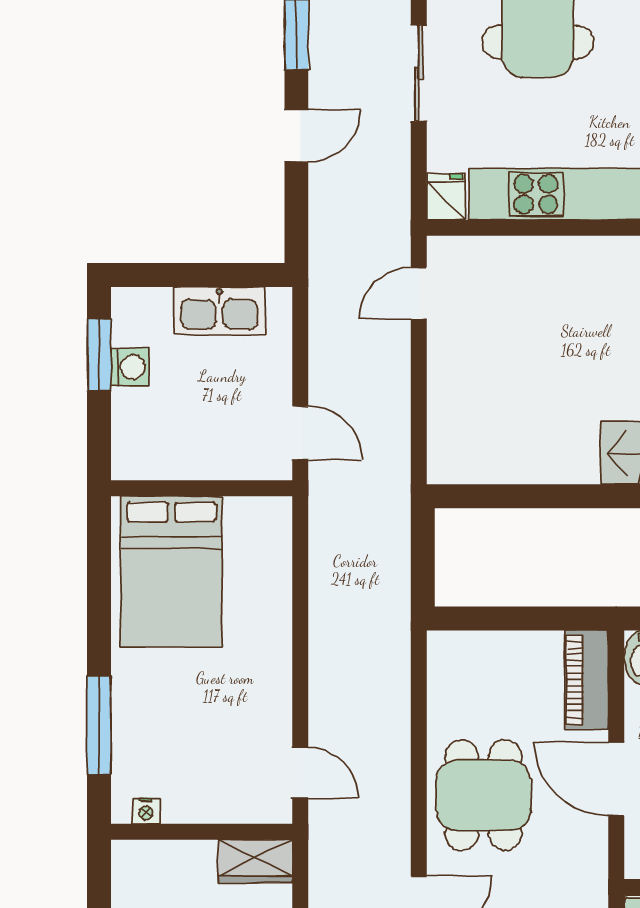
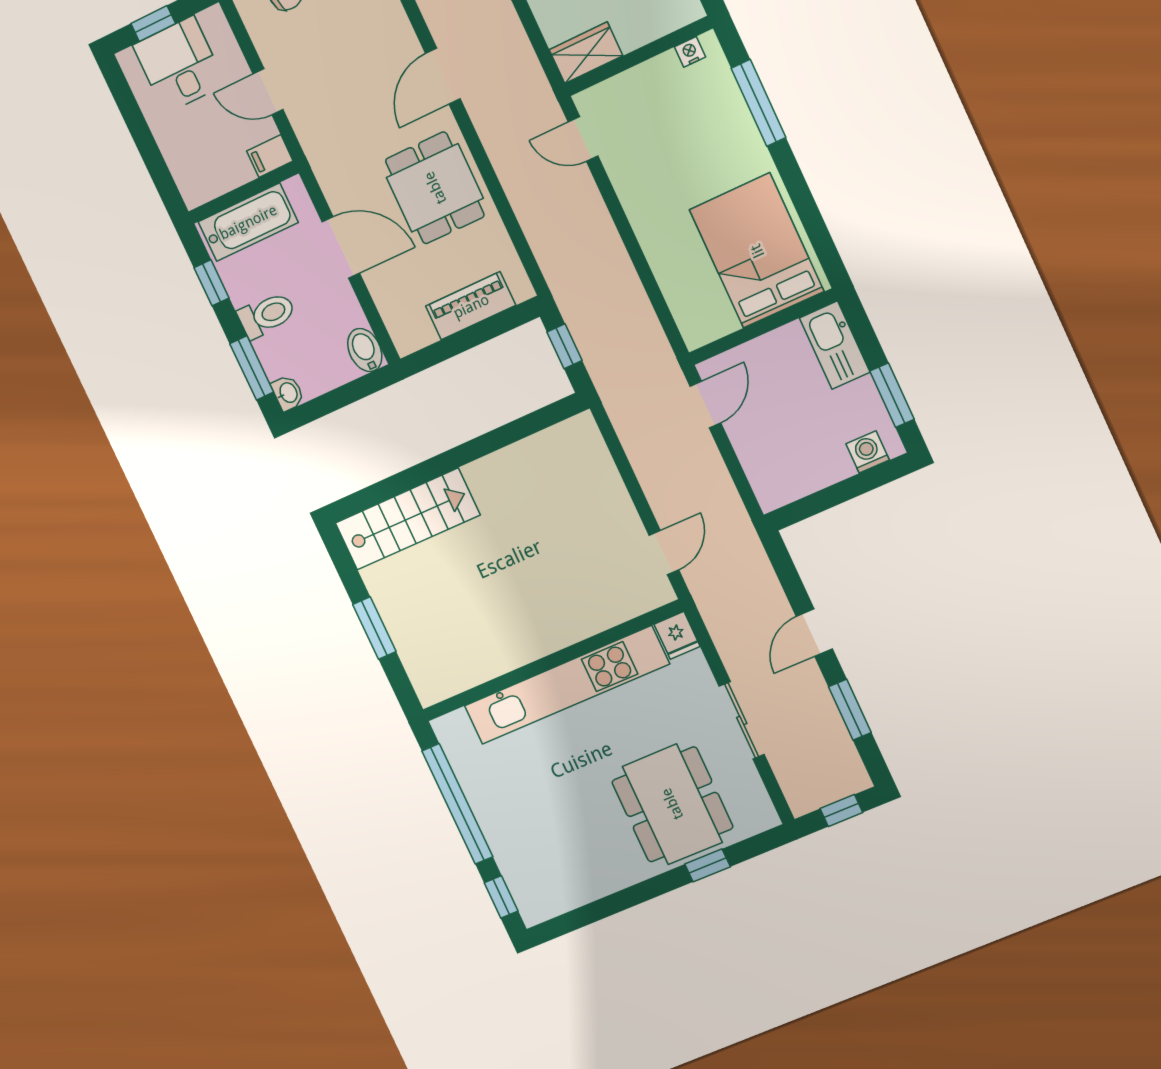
kitchen sink: (219, 311) -> (835, 345), moved, turned -90
washing machine: (130, 367) -> (868, 452), moved, turned 90
door: (300, 433) -> (705, 404), swing flipped
window: (423, 563) -> (565, 346), added
piano: (586, 680) -> (471, 306), moved, turned -90

